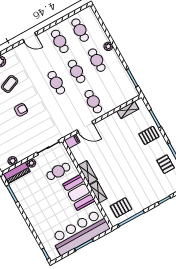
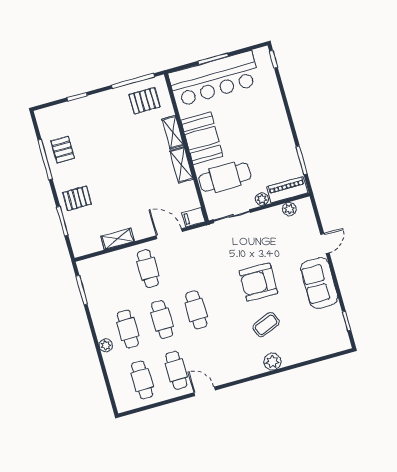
door: (29, 37) -> (204, 391), moved
armchair: (21, 110) -> (258, 282), width x1.88, depth x1.88
shelving: (128, 110) -> (118, 239), moved
cafe table: (58, 171) -> (225, 177), width x1.37, depth x1.35

